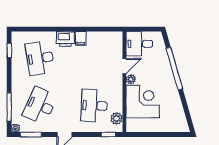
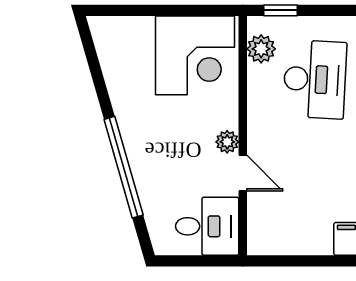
door: (124, 66) -> (243, 173), swing flipped
corner desk: (143, 102) -> (195, 55), moved, turned -90

